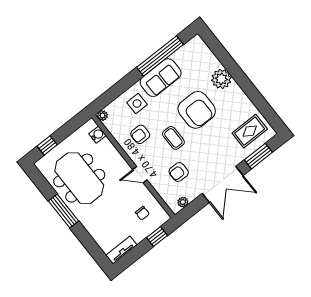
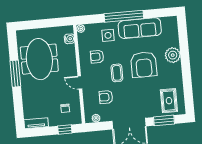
window: (160, 56) -> (124, 16), moved
sofa: (161, 78) -> (140, 28), width x1.36
rug: (250, 131) -> (169, 101), turned 90
window: (47, 145) -> (32, 24), removed

